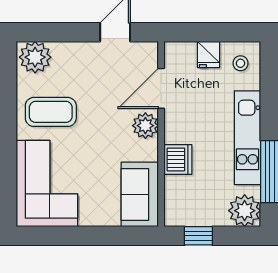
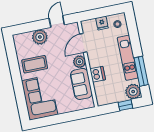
plant: (35, 57) -> (40, 37), moved
sofa: (140, 194) -> (81, 84), moved
window: (198, 236) -> (125, 105), moved

